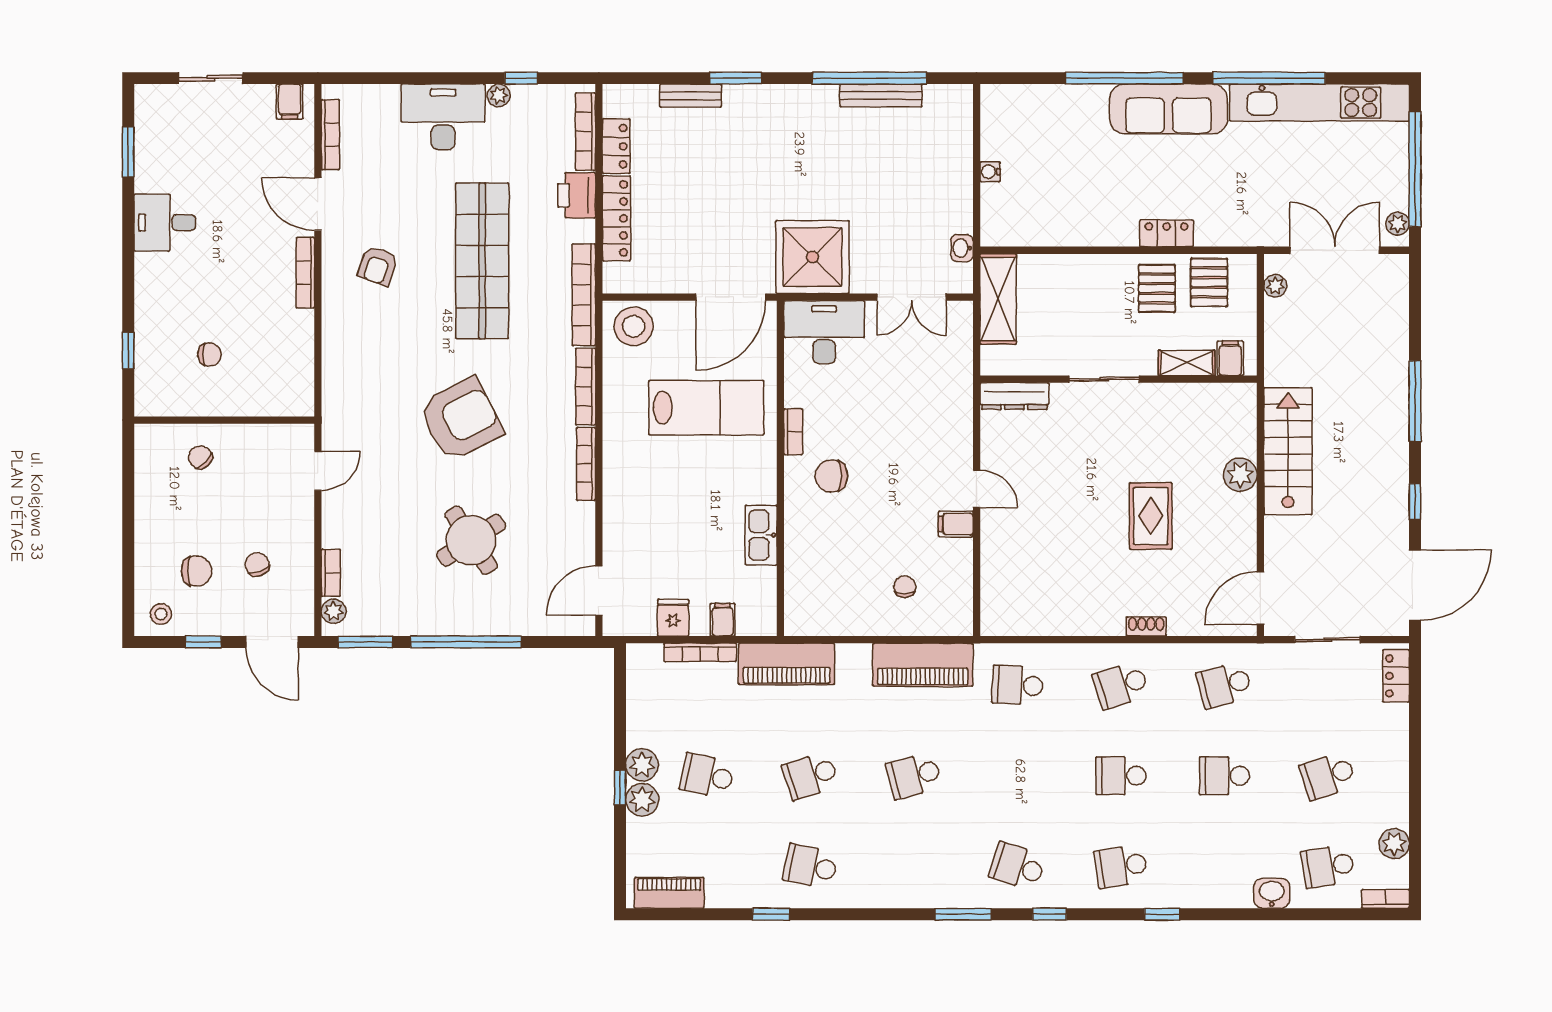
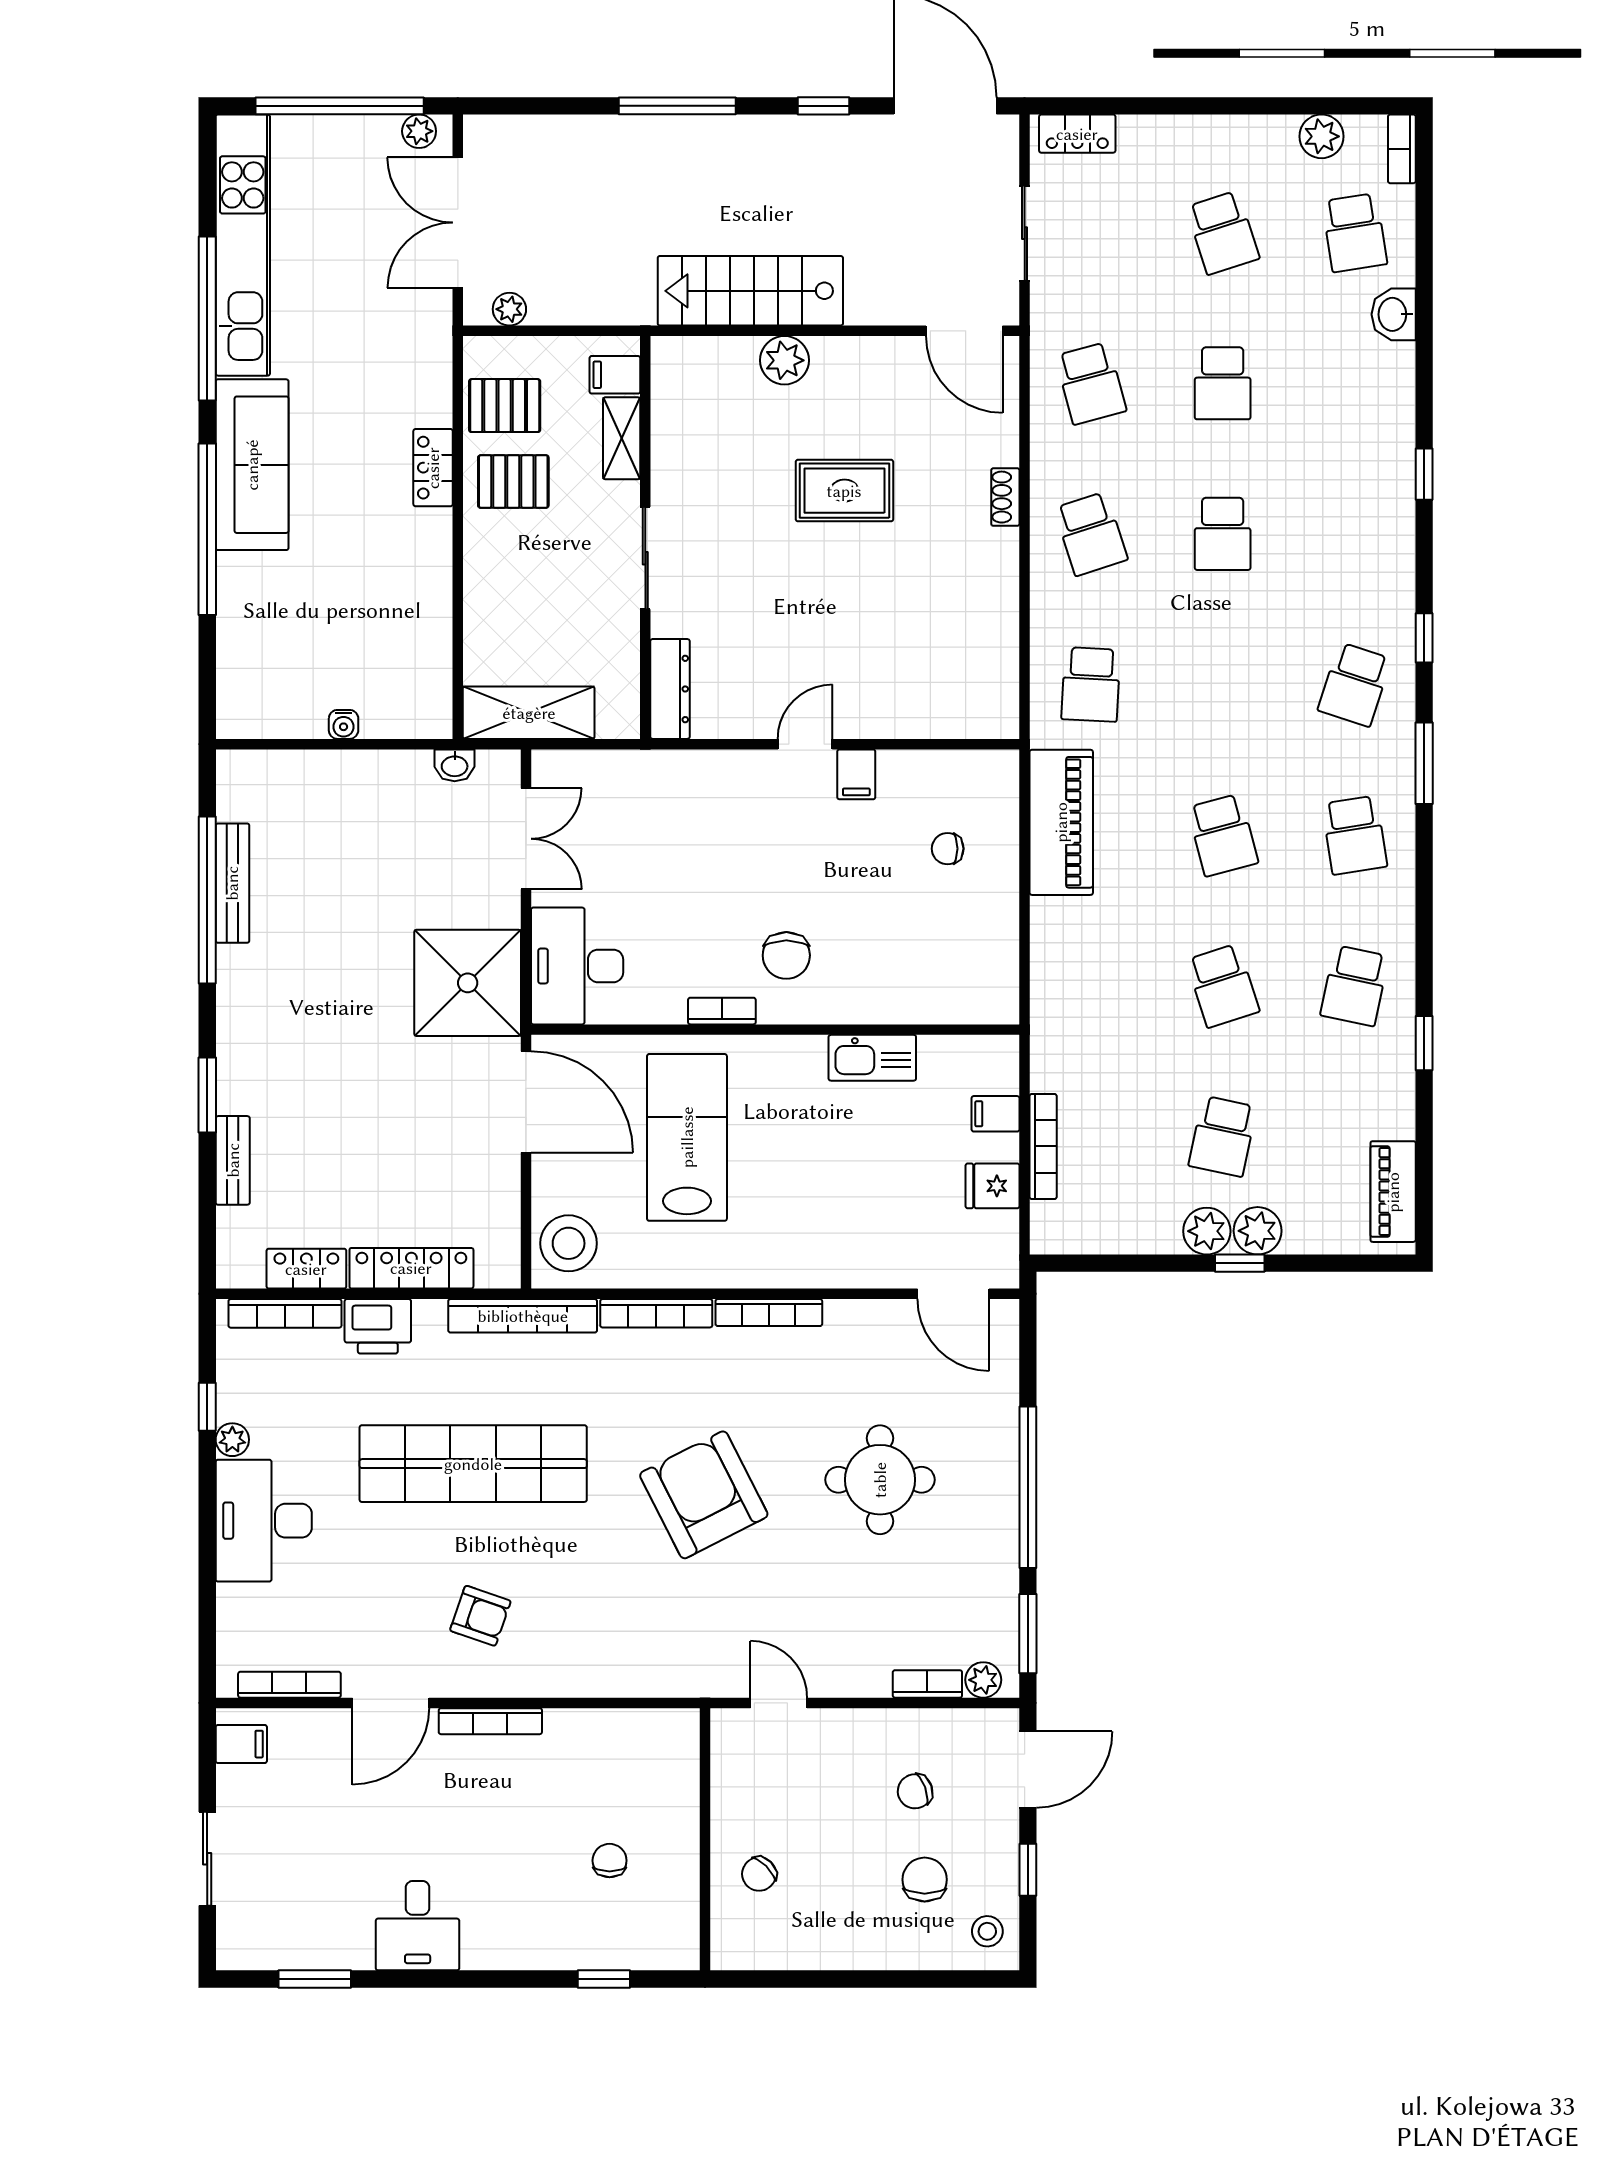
round table: (471, 540) -> (880, 1480), turned 33
piano: (787, 664) -> (1060, 1021), removed
school desk: (1121, 866) -> (1355, 835), moved

